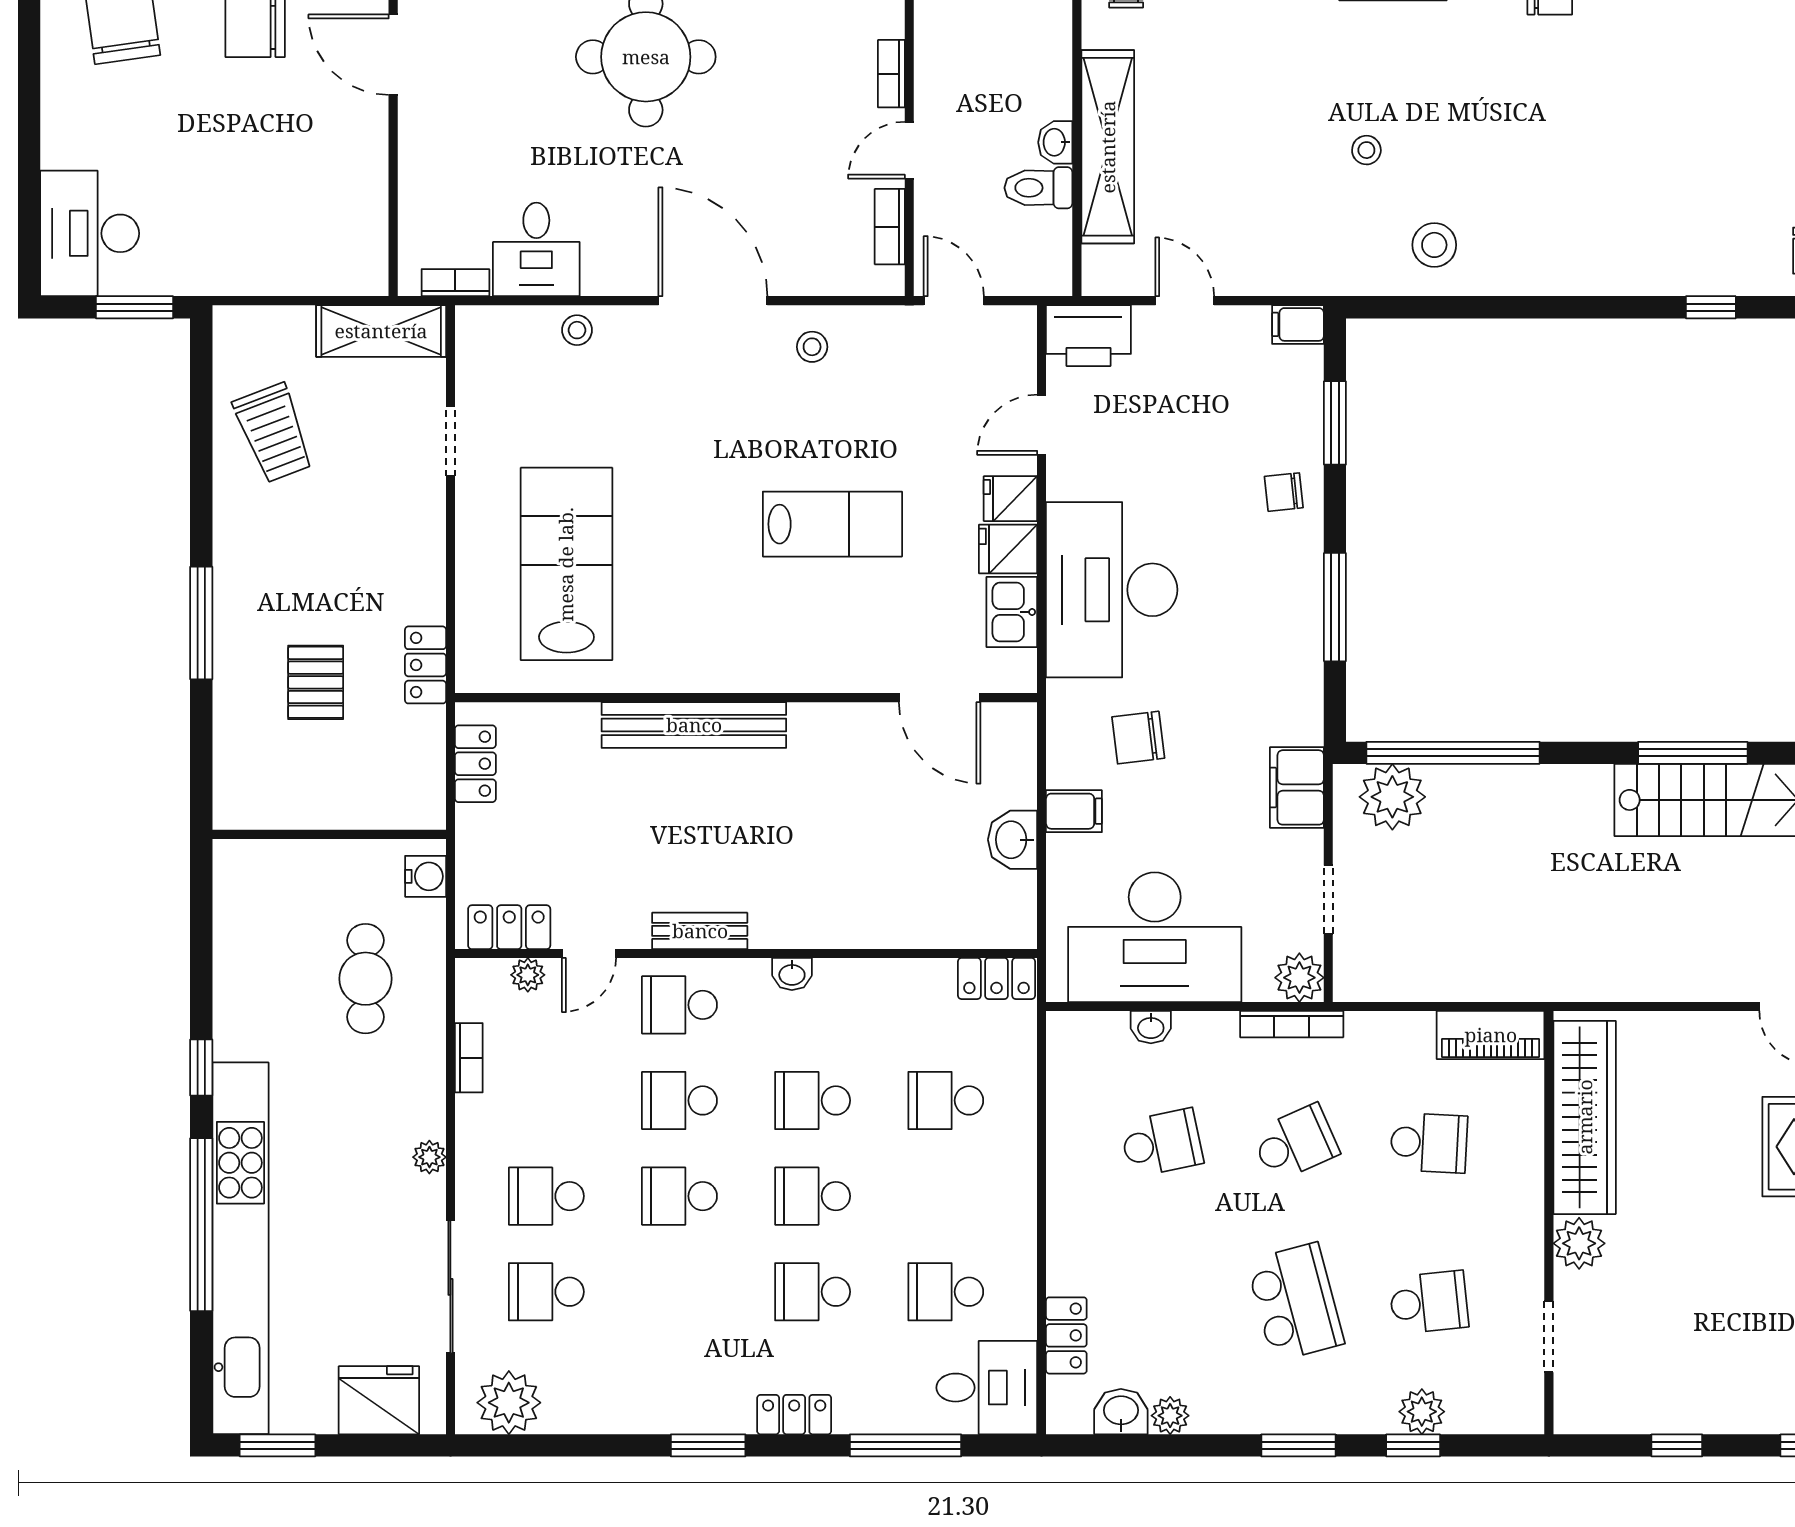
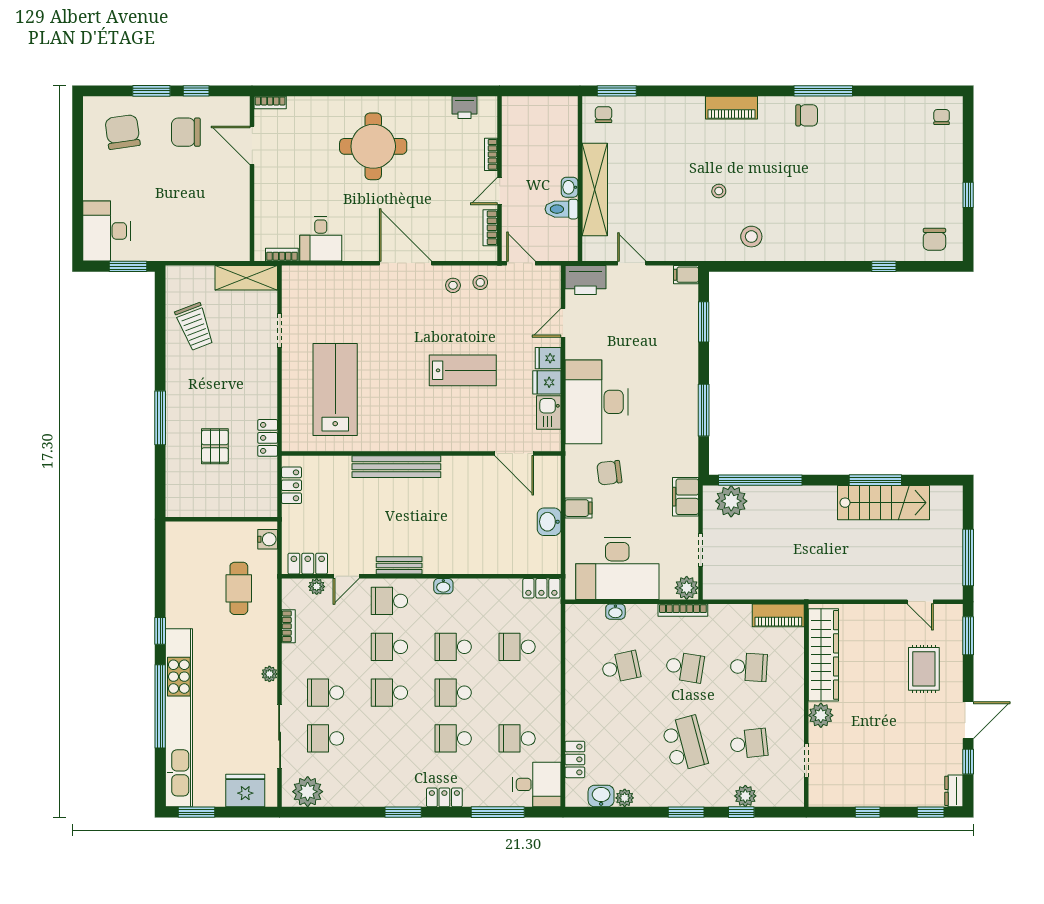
stool: (577, 330) -> (480, 282), moved
chair: (1284, 492) -> (679, 355), removed
school desk: (1295, 1143) -> (685, 667), turned 33

